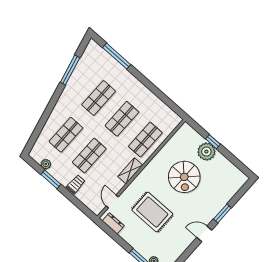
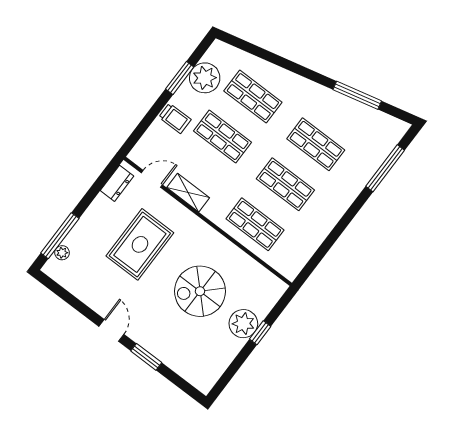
plant: (46, 164) -> (205, 78), width x1.88, depth x1.88
shelving: (130, 171) -> (188, 193), moved

